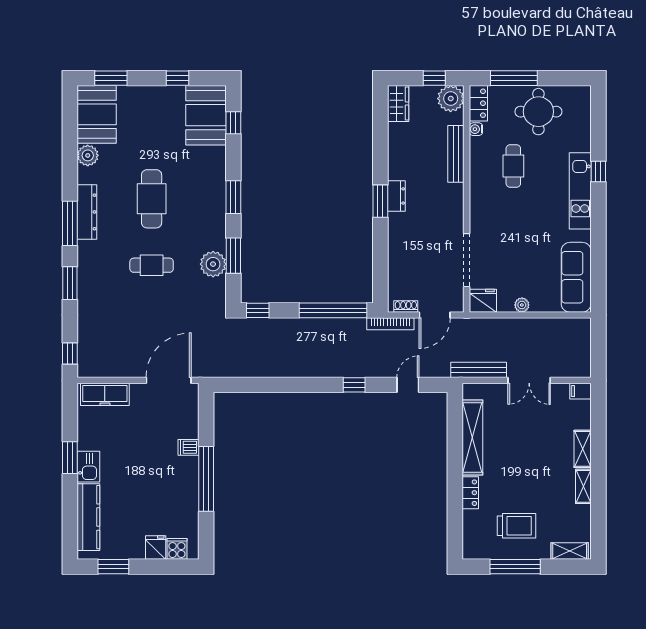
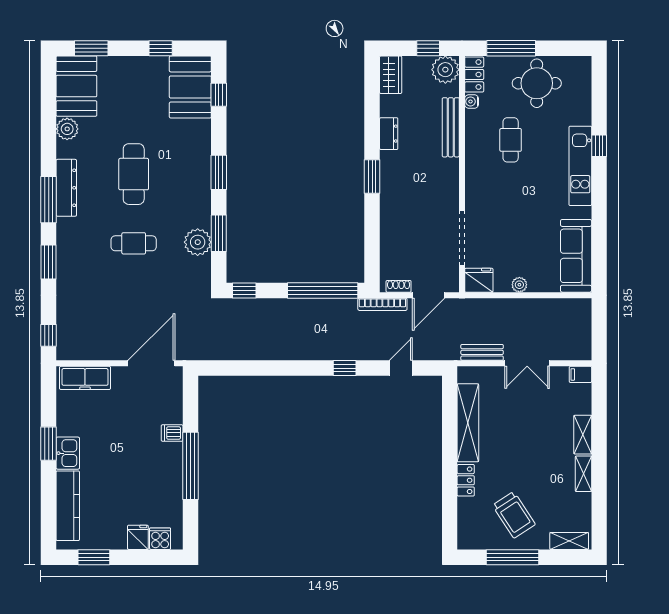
dresser: (396, 196) -> (389, 134), moved
bench: (479, 370) -> (482, 352), width x0.73
trolley: (516, 526) -> (514, 515), turned 57

